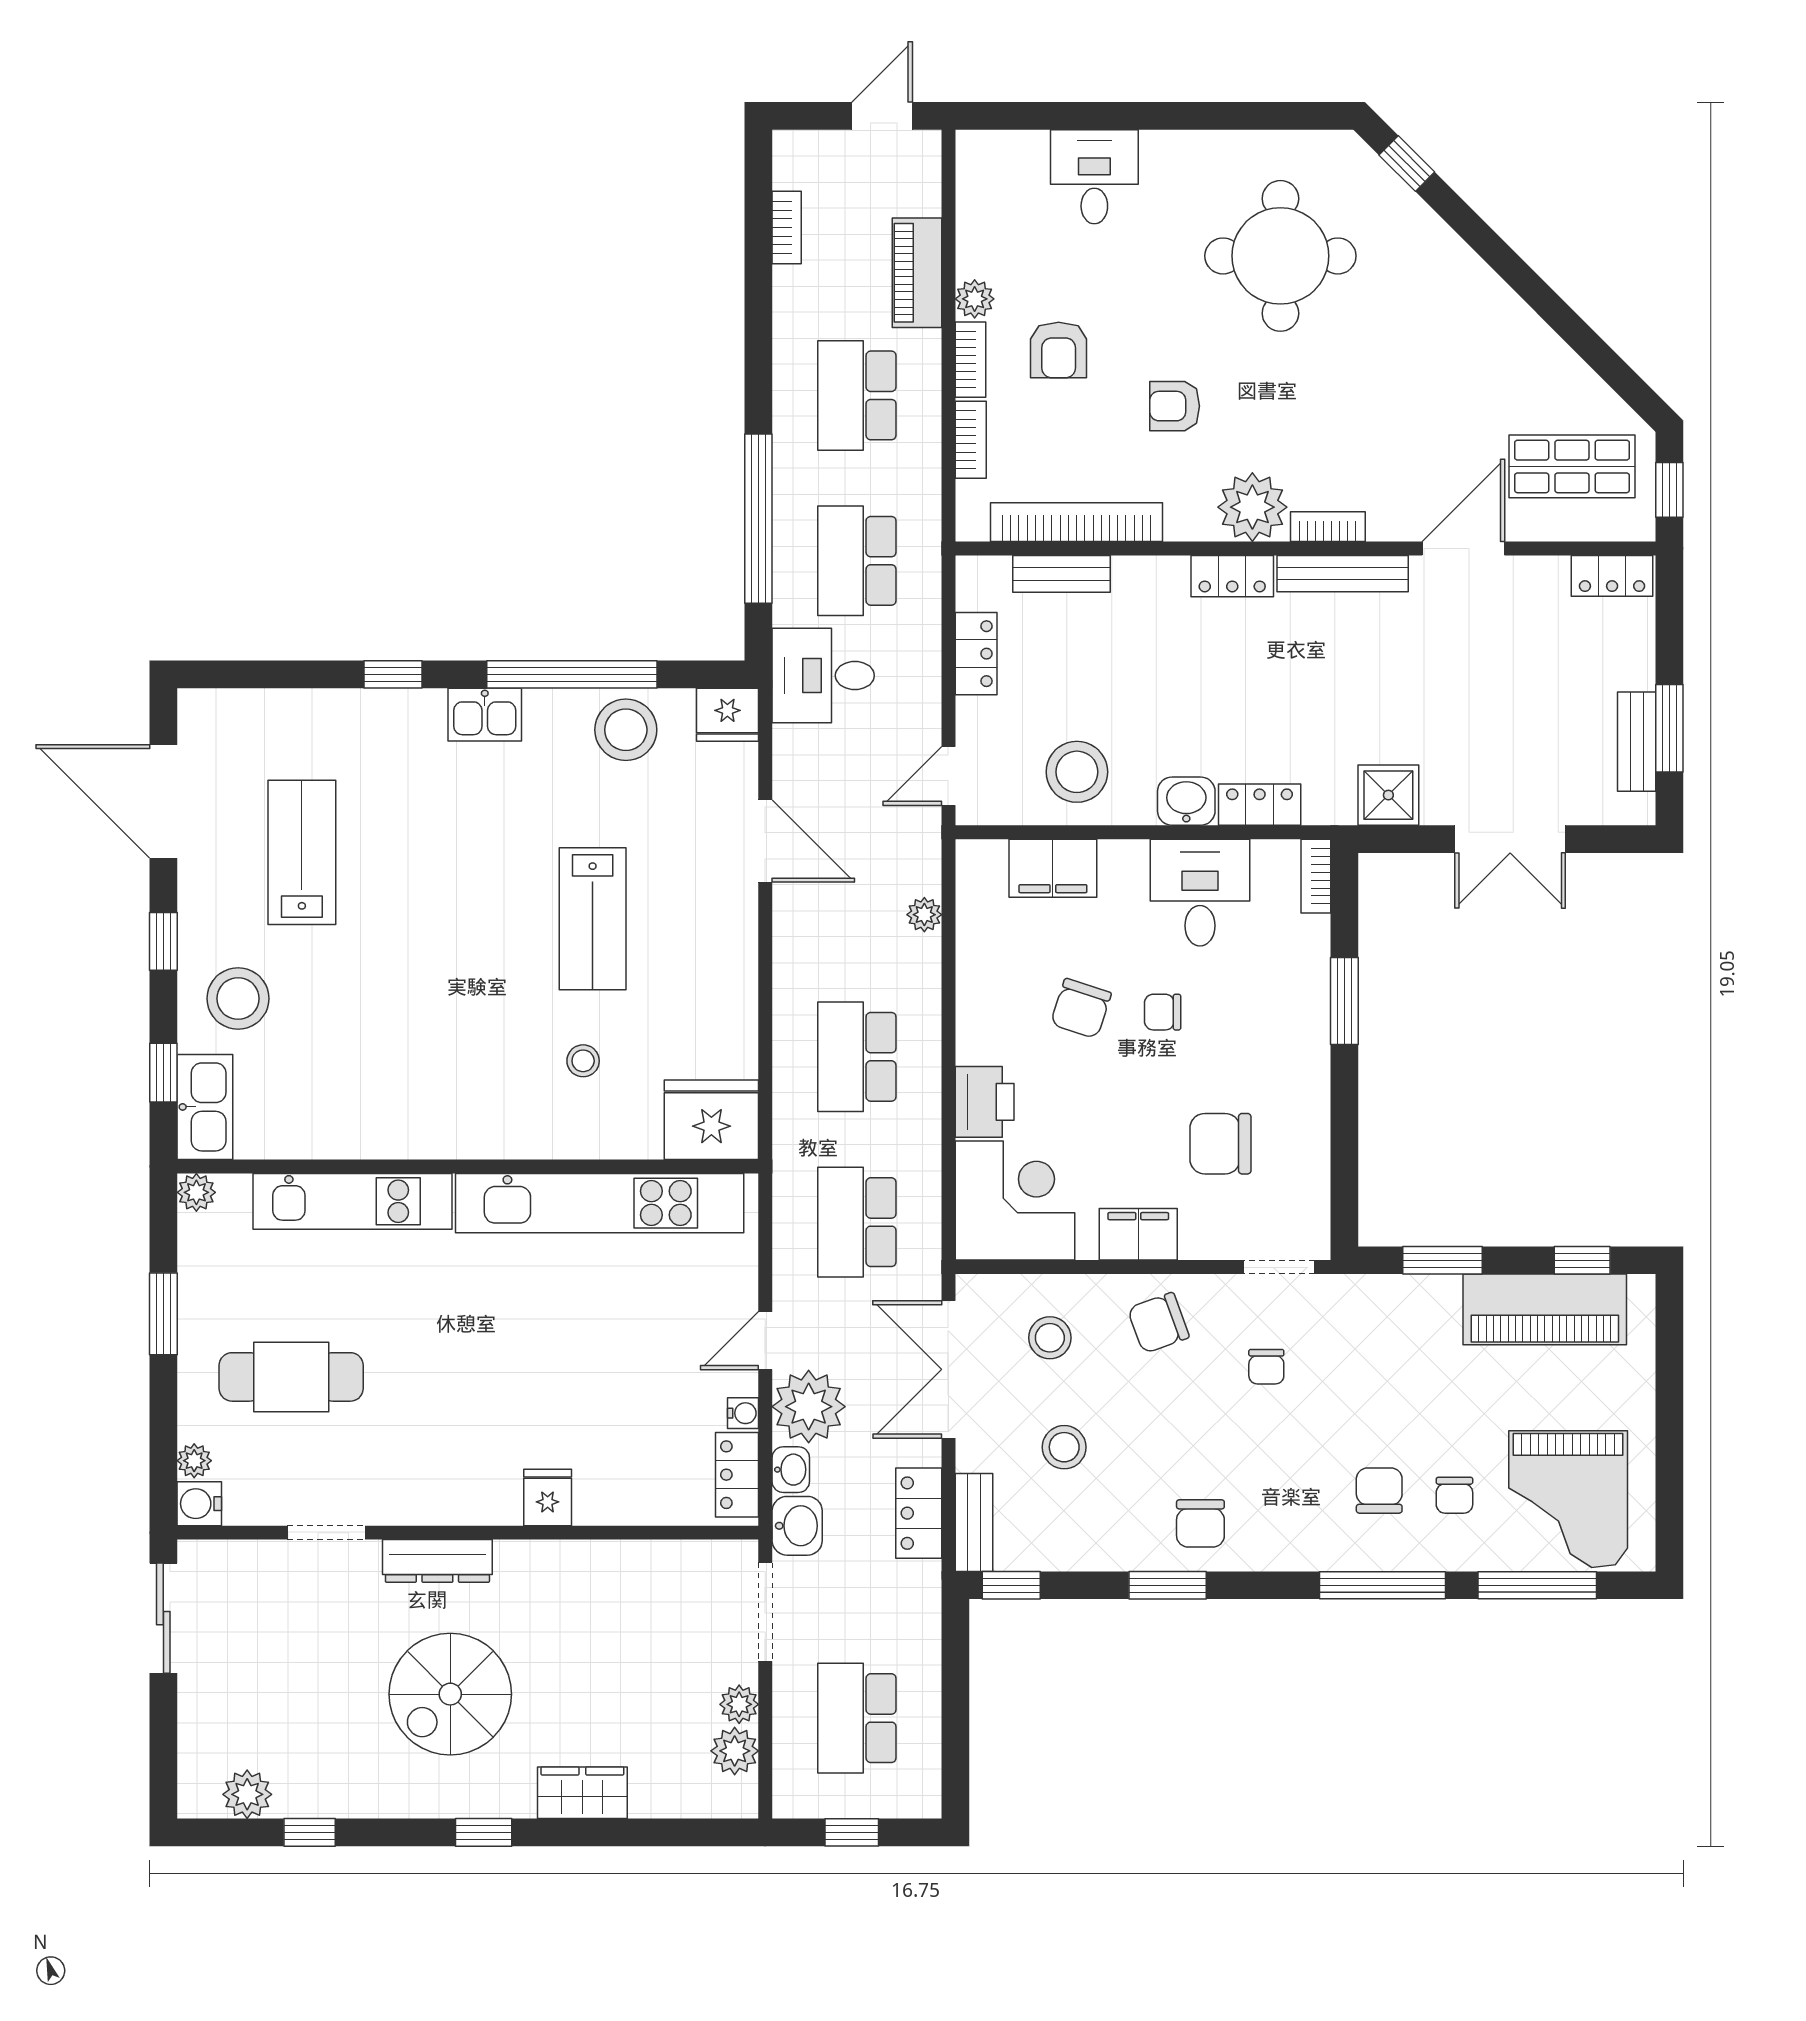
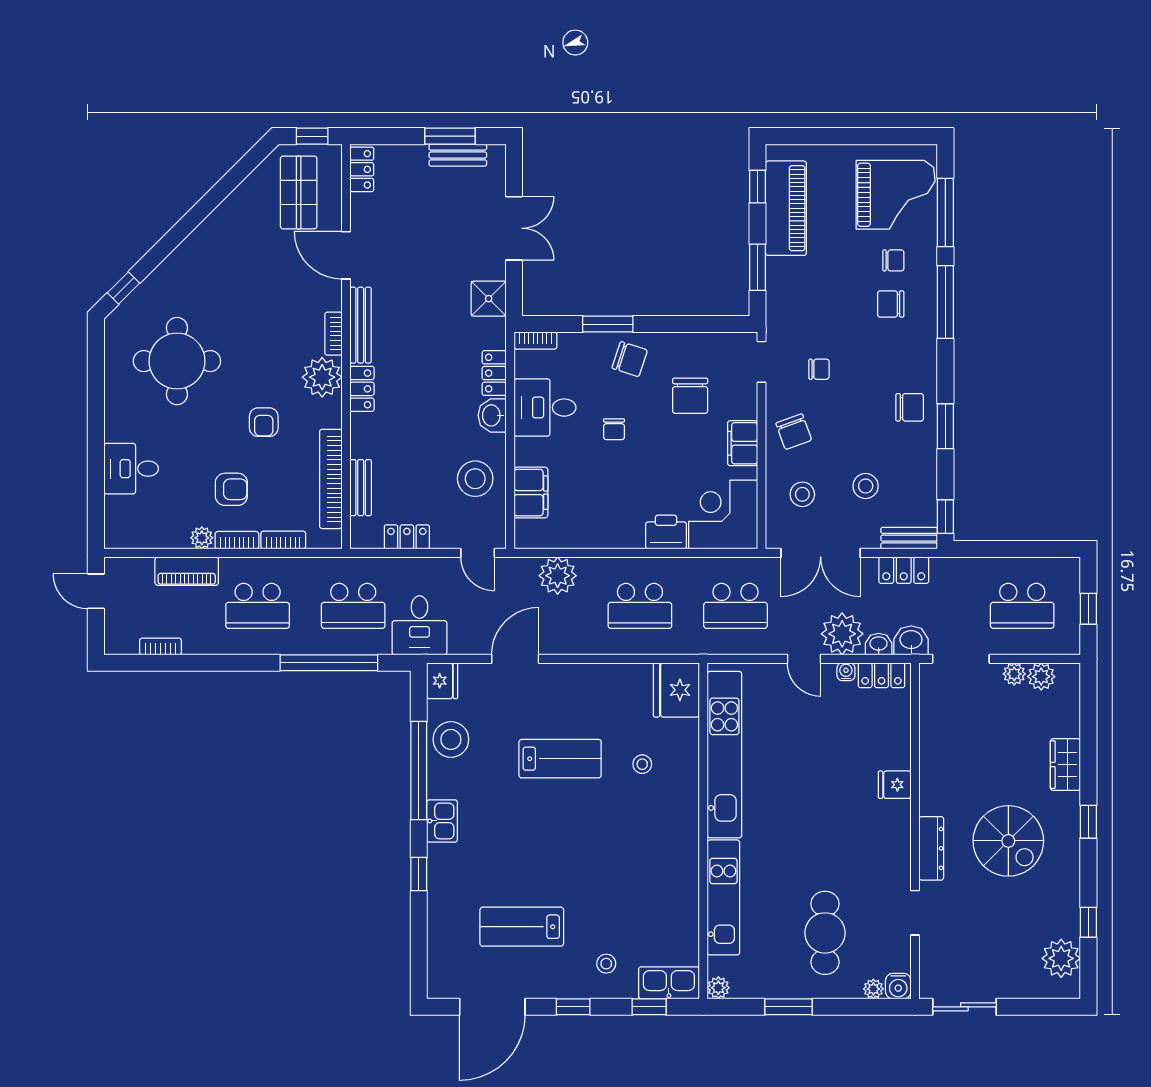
plant: (924, 915) -> (558, 576), width x1.88, depth x1.88
stool: (238, 999) -> (606, 964), width x0.53, depth x0.53
chair: (1081, 1008) -> (630, 359), moved
plant: (247, 1794) -> (1061, 958), width x1.36, depth x1.36

